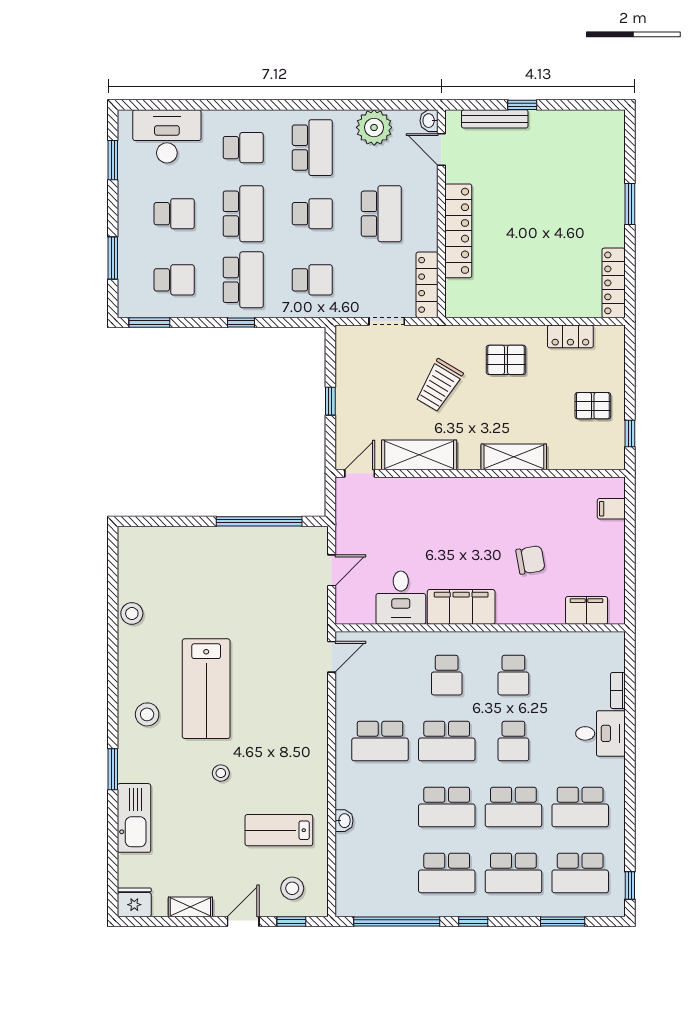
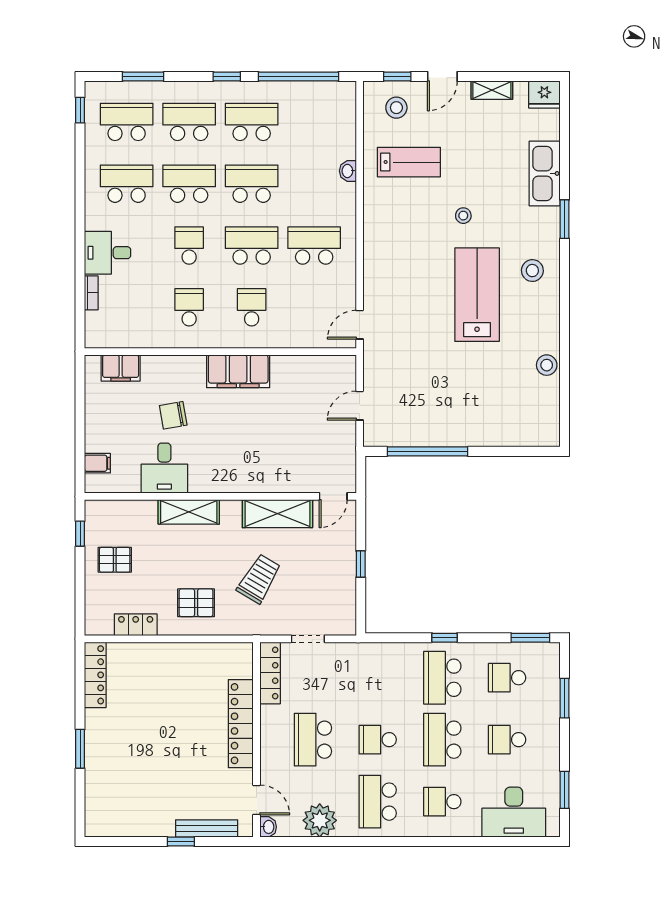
school desk: (312, 280) -> (378, 678), removed
desk: (401, 598) -> (164, 468), moved, turned 180

